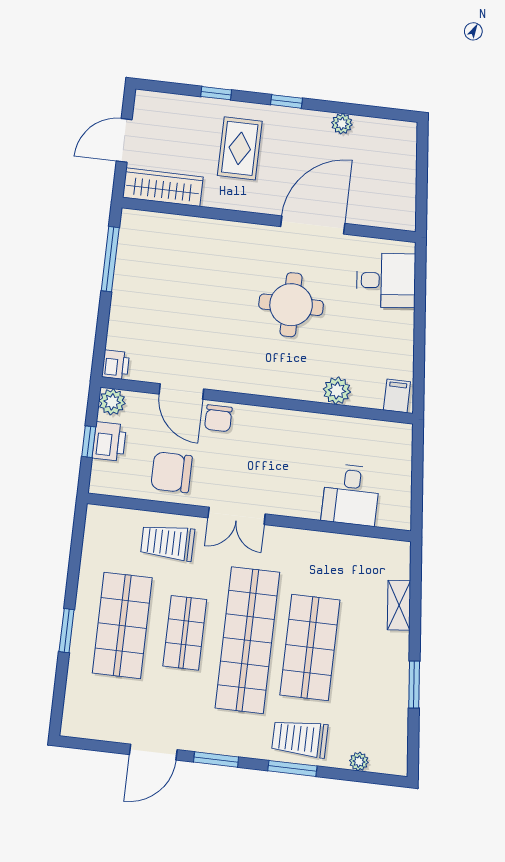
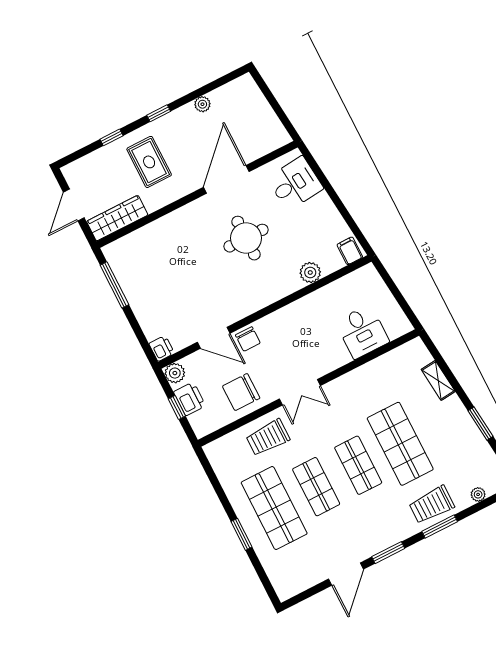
shop shelf: (247, 640) -> (358, 465), width x0.50, depth x0.74

